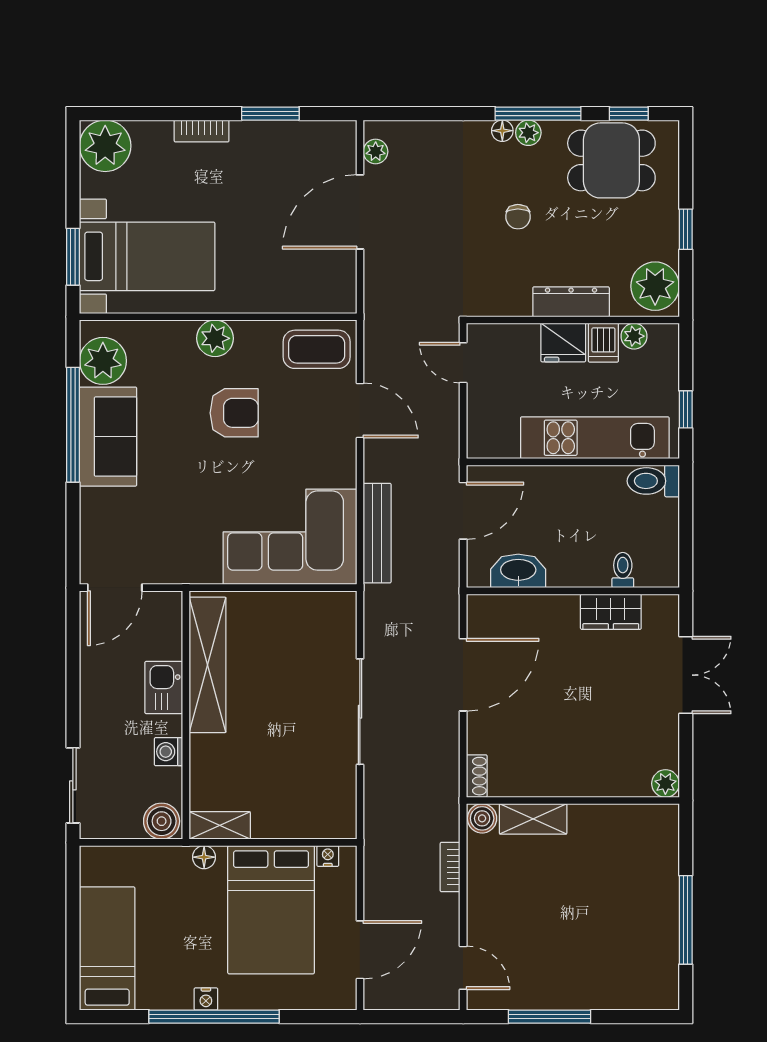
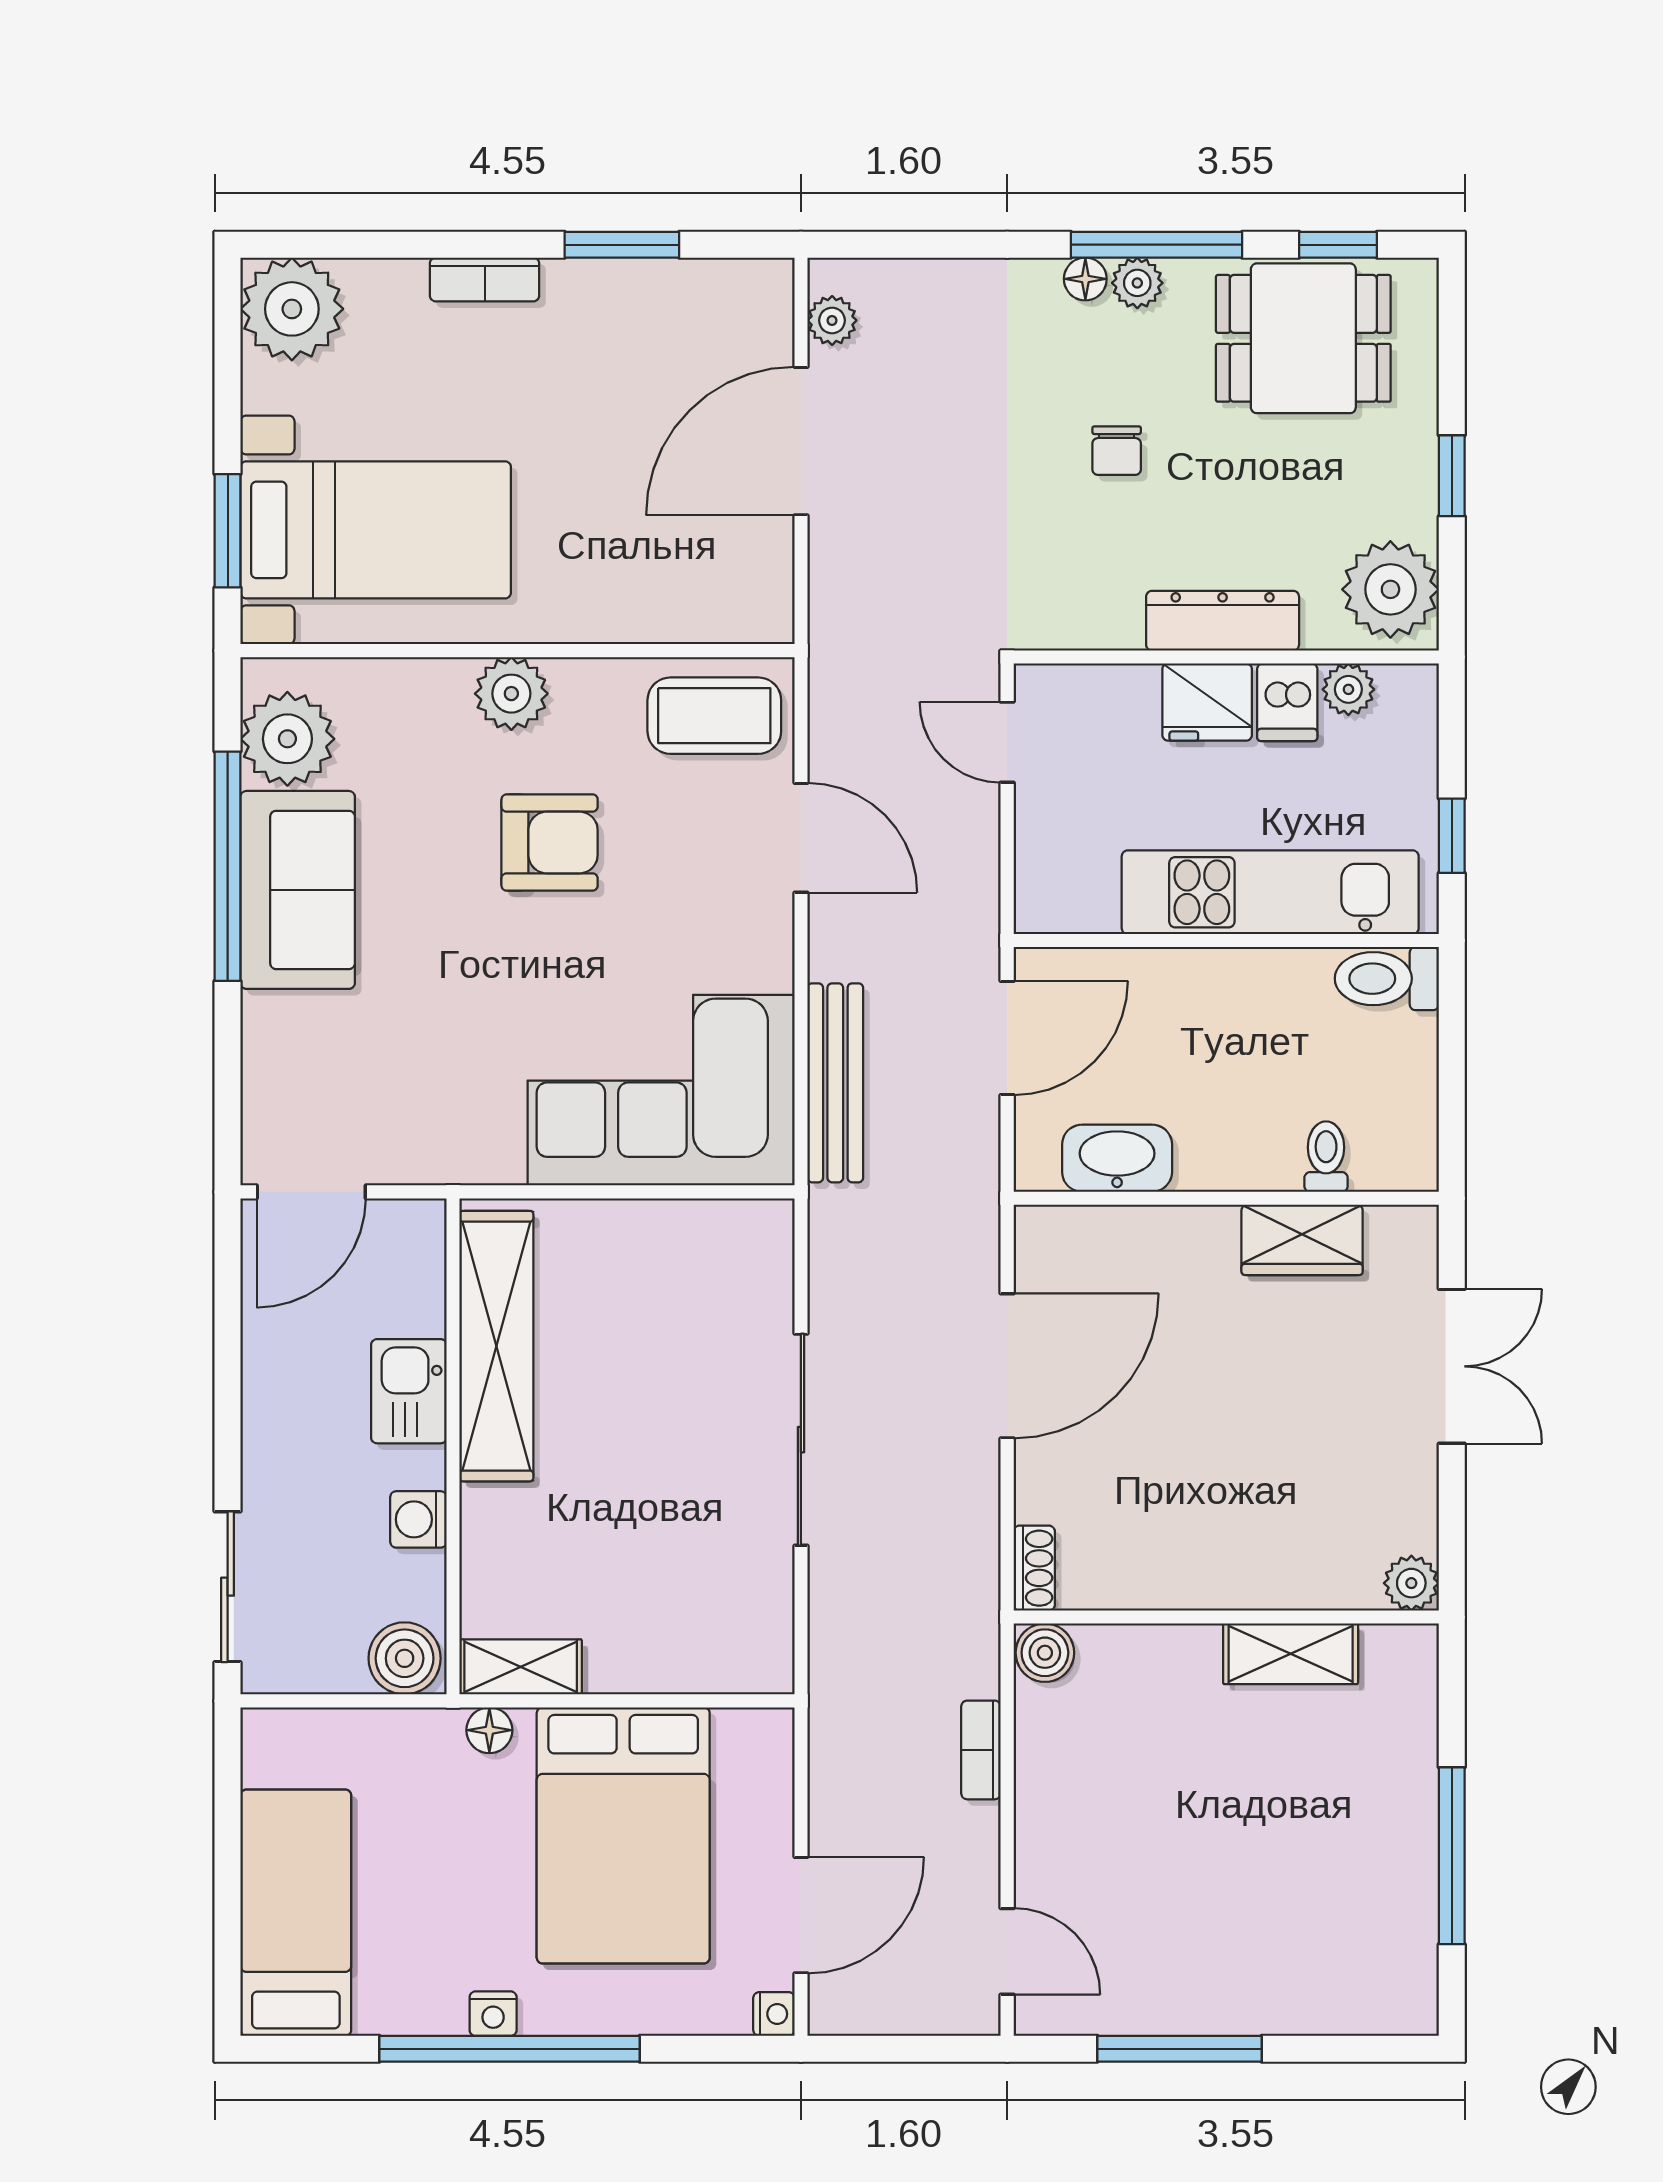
shelving: (533, 819) -> (1291, 1654), moved
nightstand: (328, 856) -> (774, 2014), moved, turned 90

